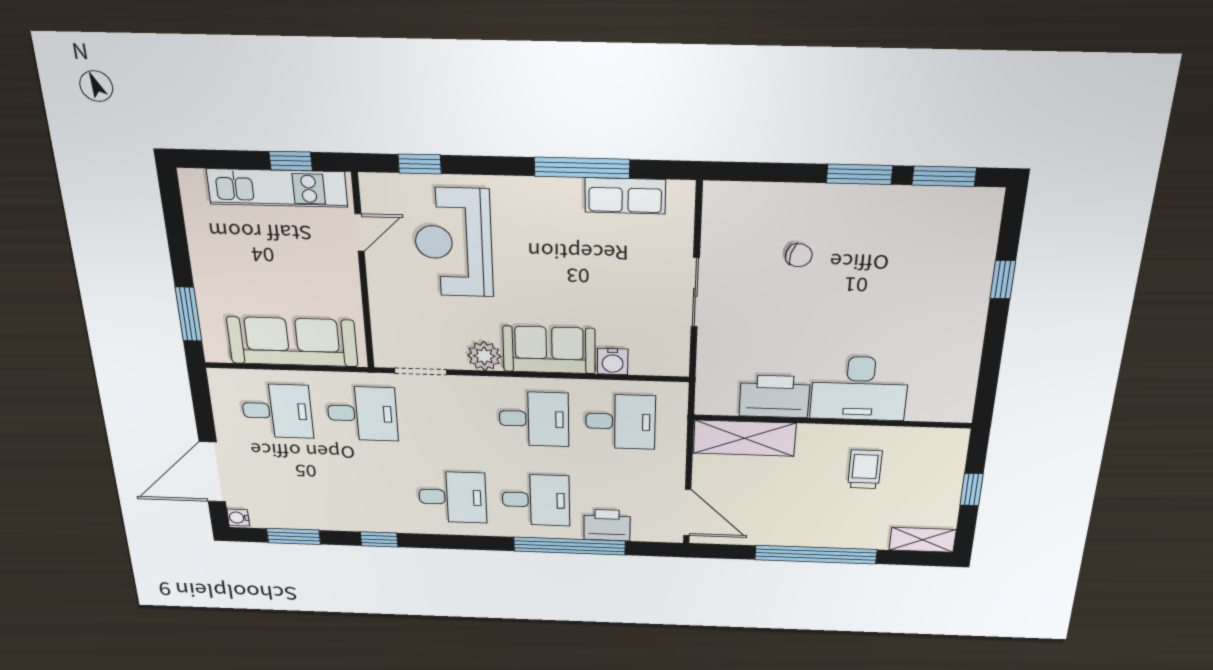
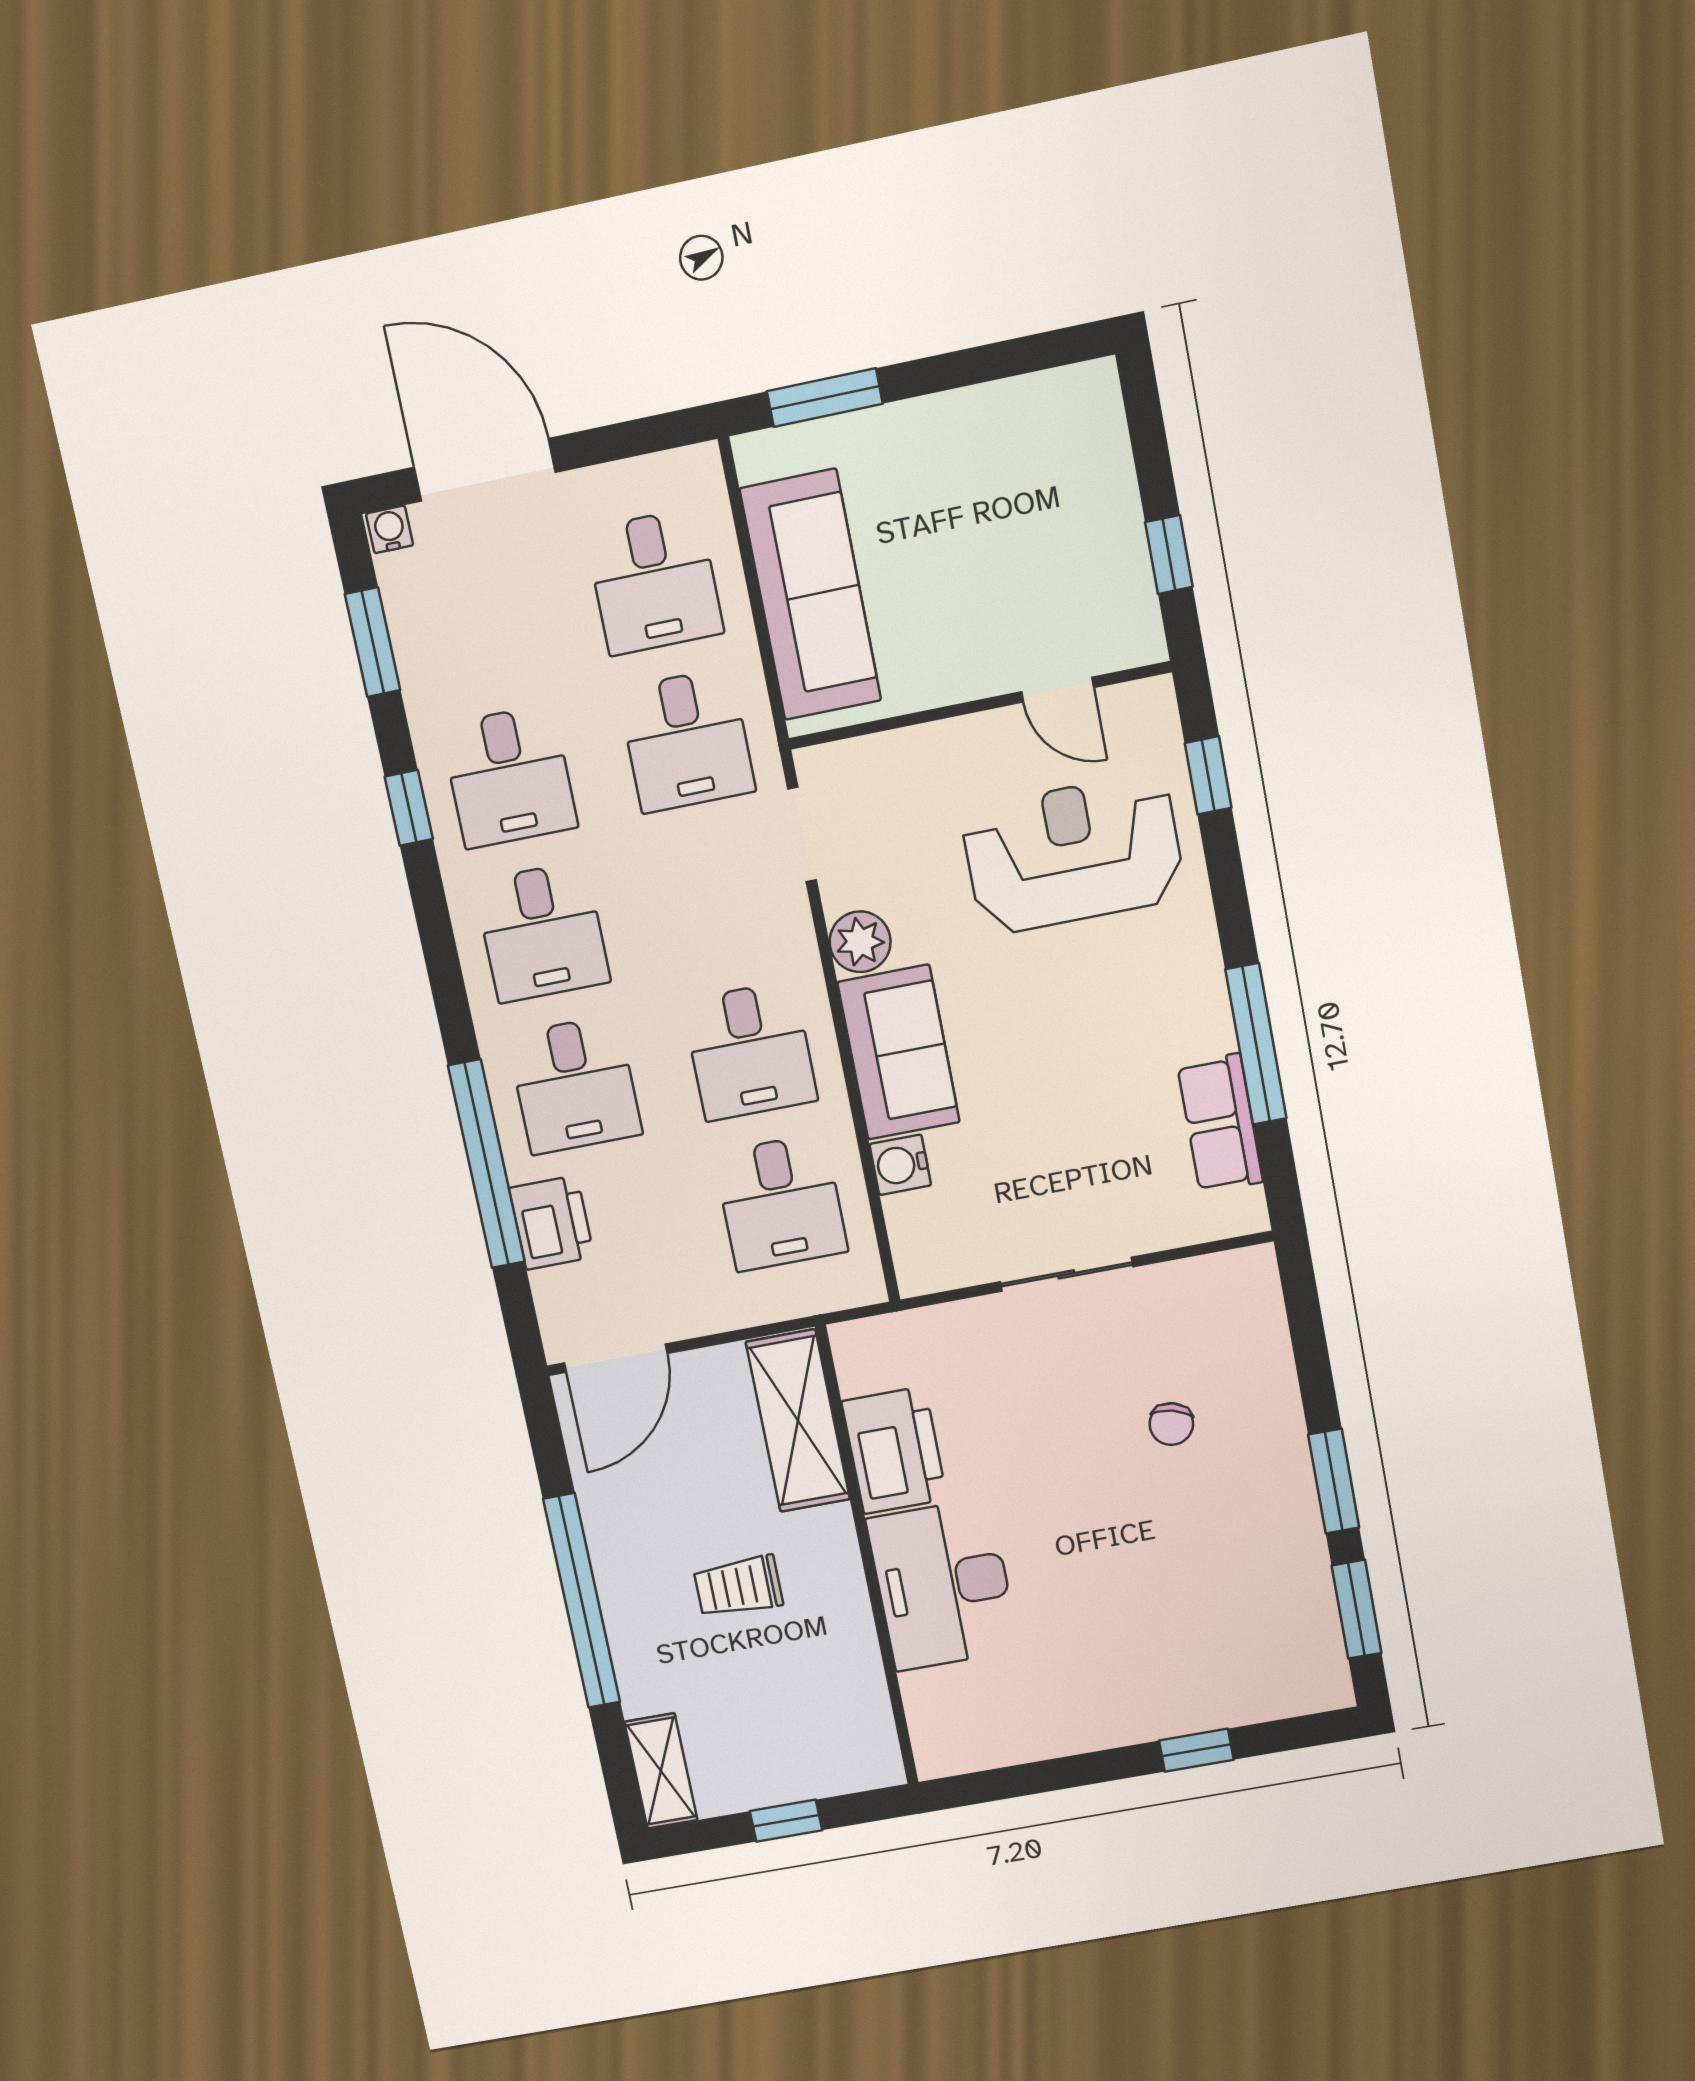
kitchen unit: (277, 188) -> (1113, 536), removed
trolley: (865, 469) -> (738, 1587), moved, turned 180
desk: (370, 494) -> (509, 776), added

